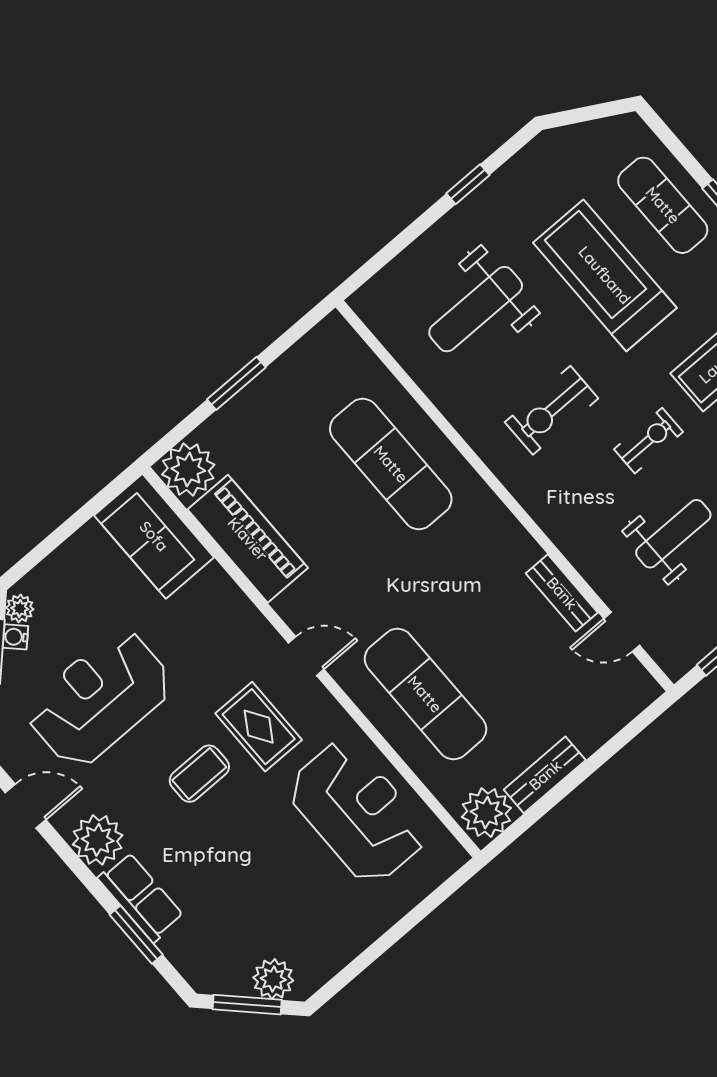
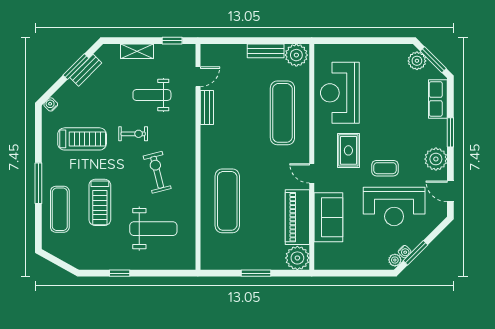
treadmill: (605, 275) -> (100, 202), width x0.73, depth x0.73
exercise bike: (552, 410) -> (157, 172), turned -104
exercise bike: (648, 441) -> (133, 134), turned 180
sofa: (154, 536) -> (328, 217), moved
door: (622, 632) -> (198, 77), hinge flipped
door: (306, 656) -> (312, 173), moved
coffee table: (199, 774) -> (385, 168), moved
row of seats: (141, 897) -> (438, 99), moved
window: (136, 935) -> (450, 132), moved

